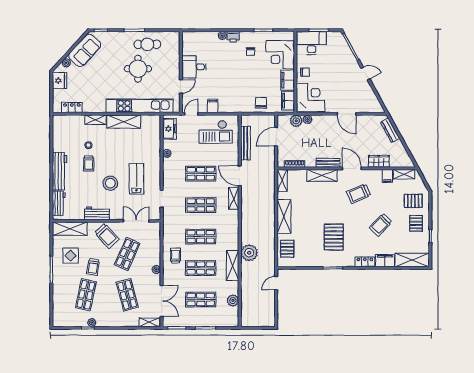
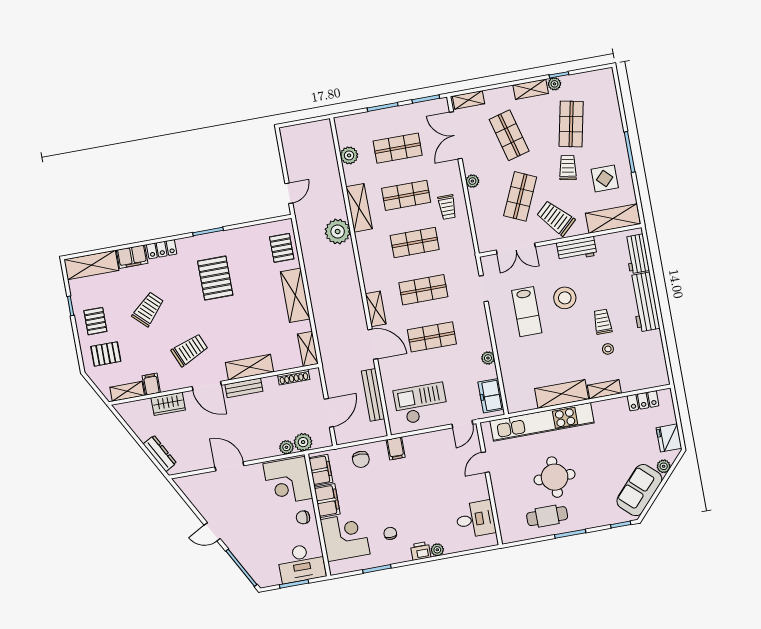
desk: (194, 67) -> (475, 519), moved
filing cabinet: (213, 106) -> (396, 448), moved
shelving: (108, 322) -> (531, 89), added

